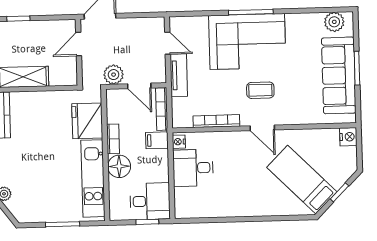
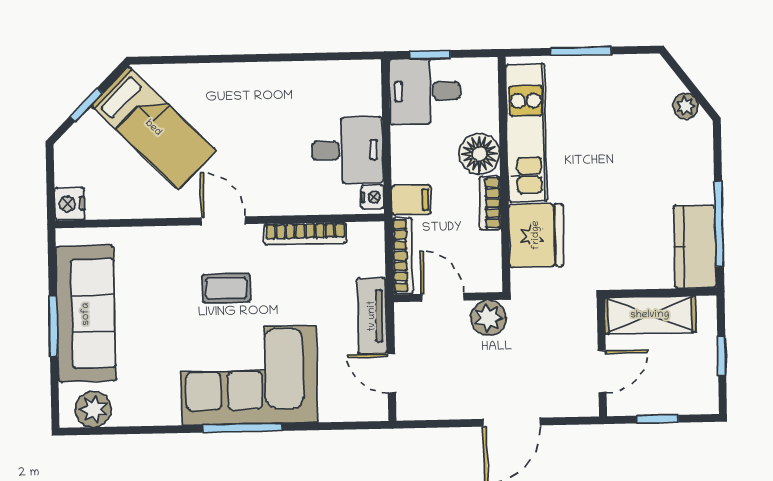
door: (79, 44) -> (602, 372), moved
wall: (79, 52) -> (602, 357), moved

